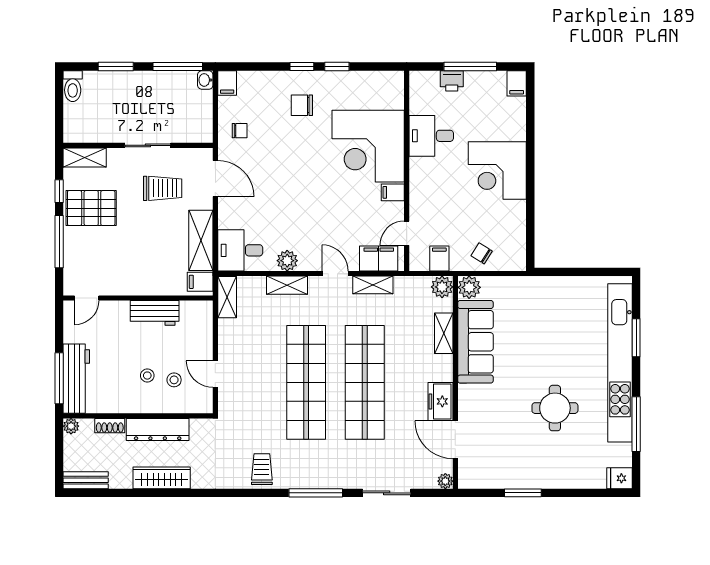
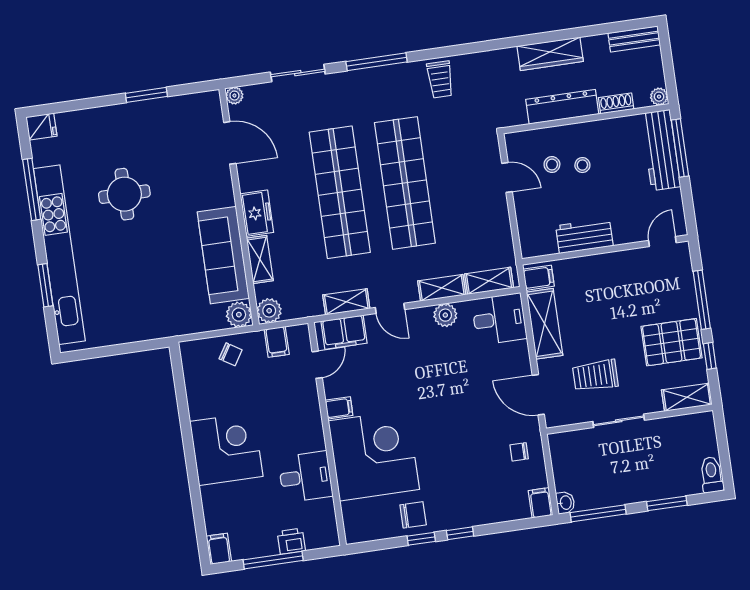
chair: (302, 105) -> (413, 515), moved
shelving: (227, 297) -> (489, 281), moved, turned 90
freezer: (441, 401) -> (257, 213), moved

